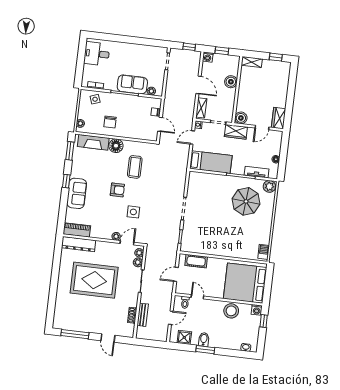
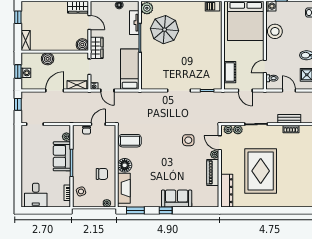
washing machine: (208, 57) -> (26, 73), moved
coffee table: (135, 167) -> (130, 141), moved
armchair: (117, 190) -> (168, 159), removed
piano: (77, 230) -> (213, 172), moved

